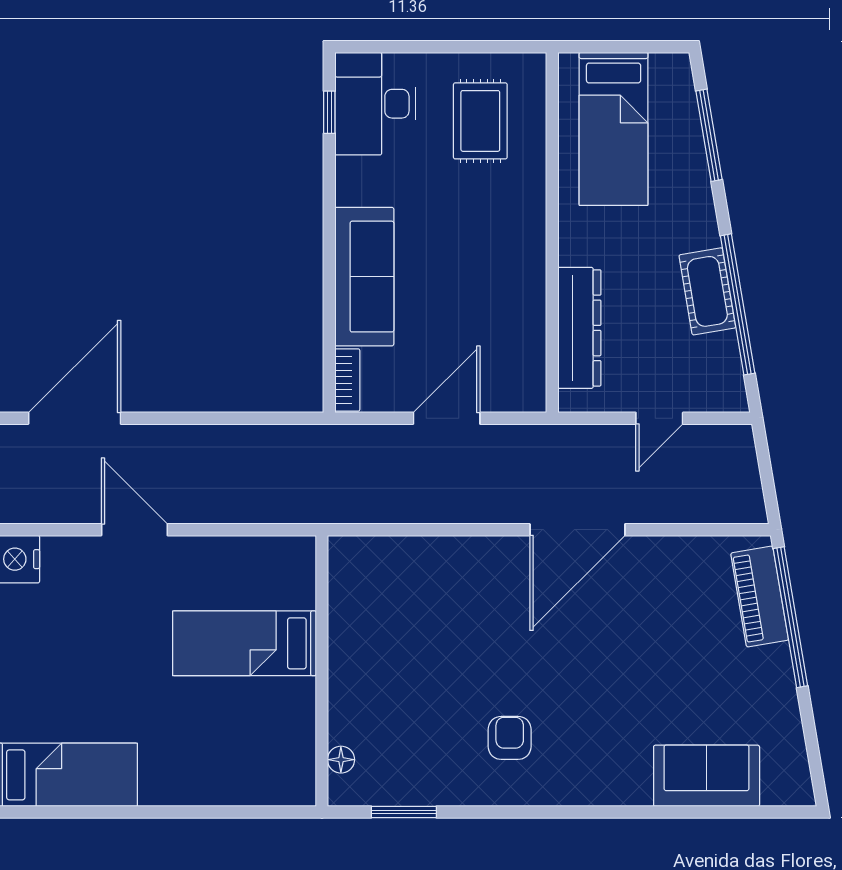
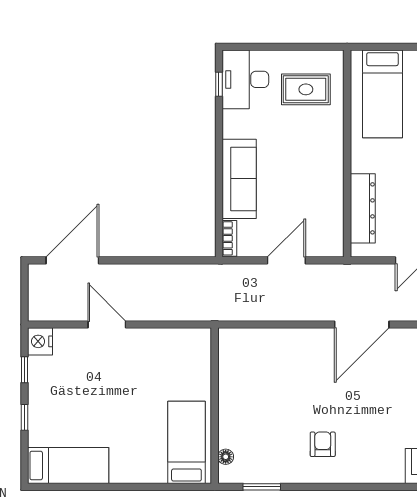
rug: (480, 121) -> (306, 89), turned 90
bed: (244, 643) -> (186, 442), moved, turned 90

